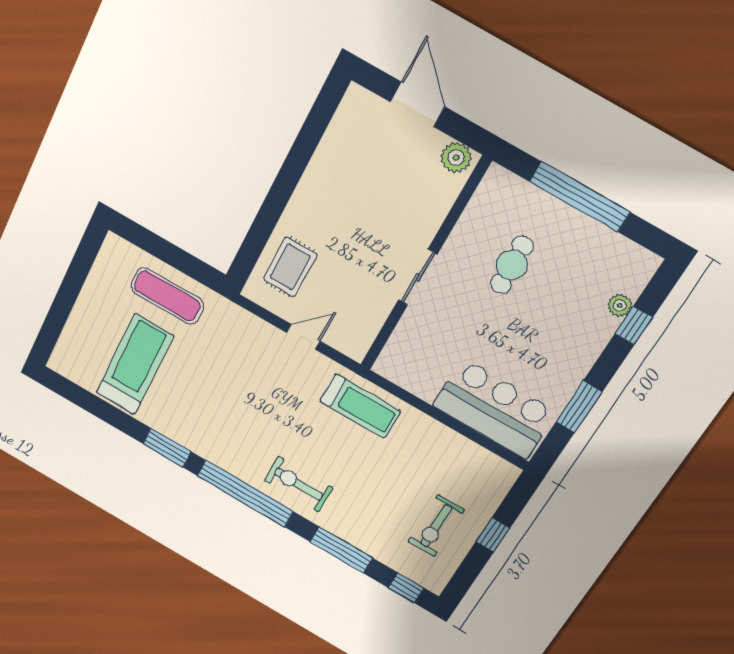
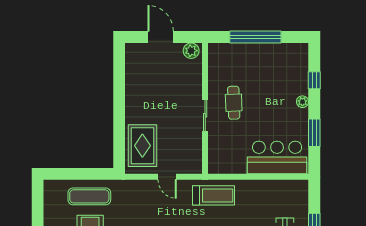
cafe table: (512, 265) -> (234, 103), moved
rug: (290, 267) -> (142, 146), width x1.36, depth x1.43
plant: (620, 305) -> (302, 102), moved
door: (303, 337) -> (167, 177), swing flipped

